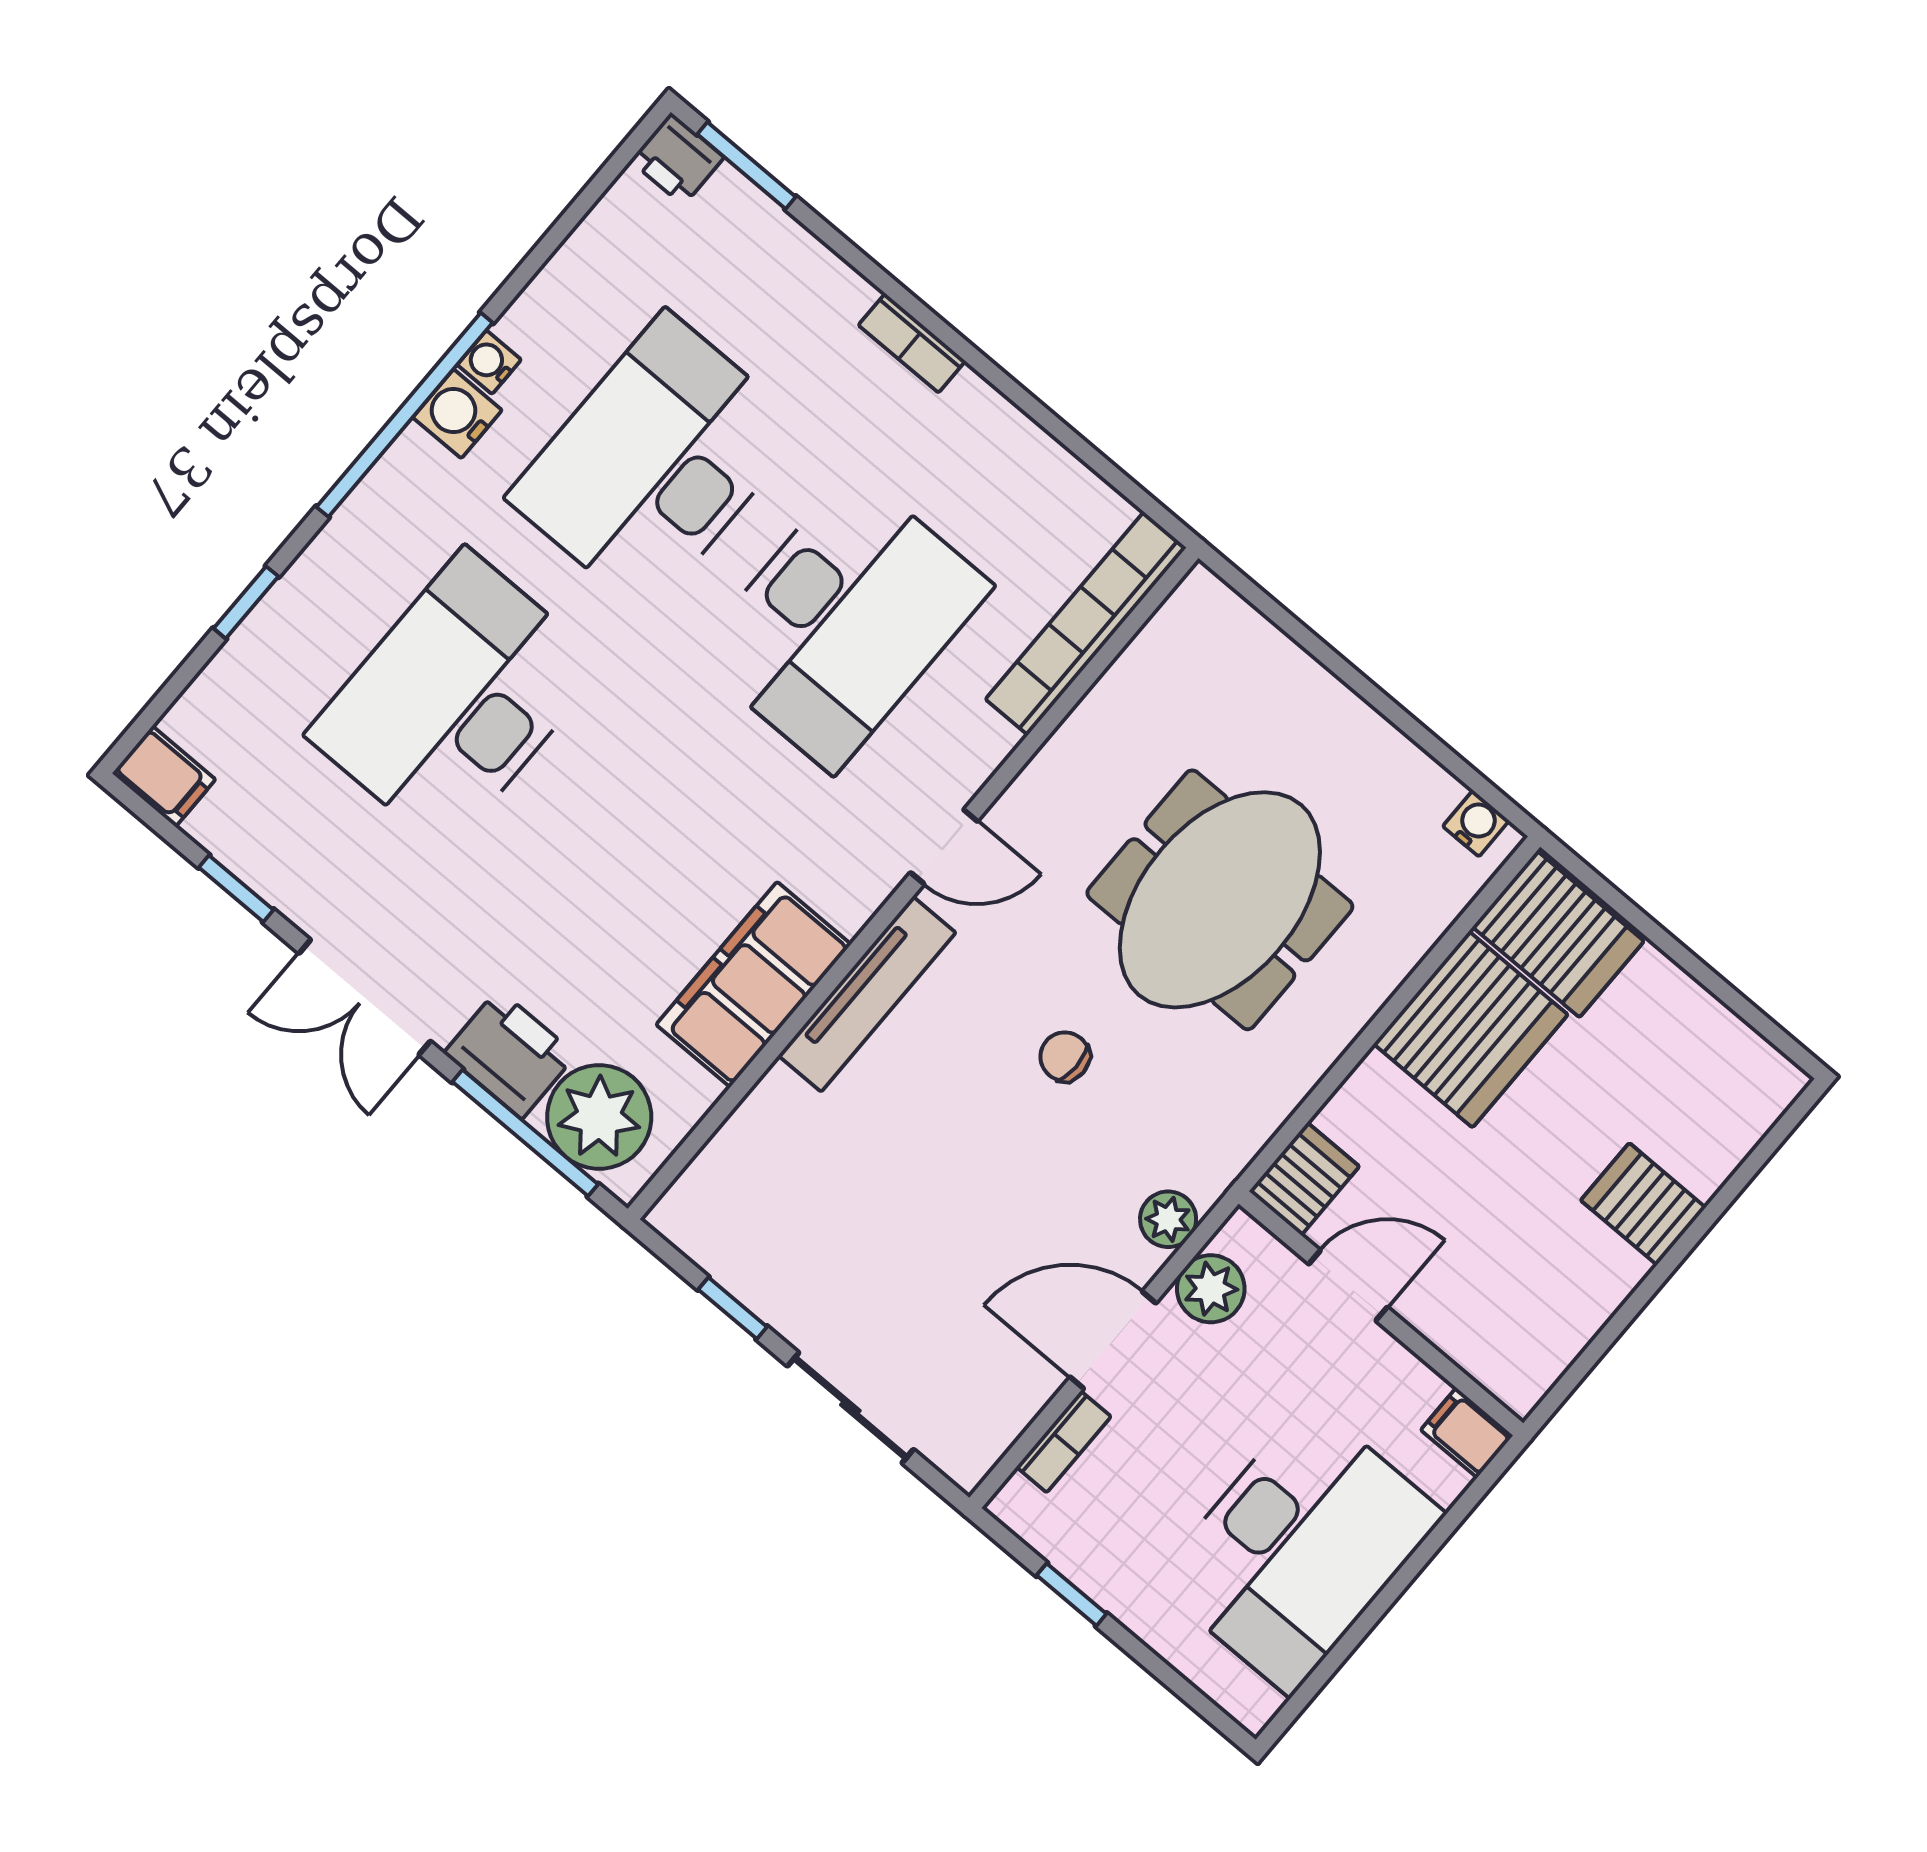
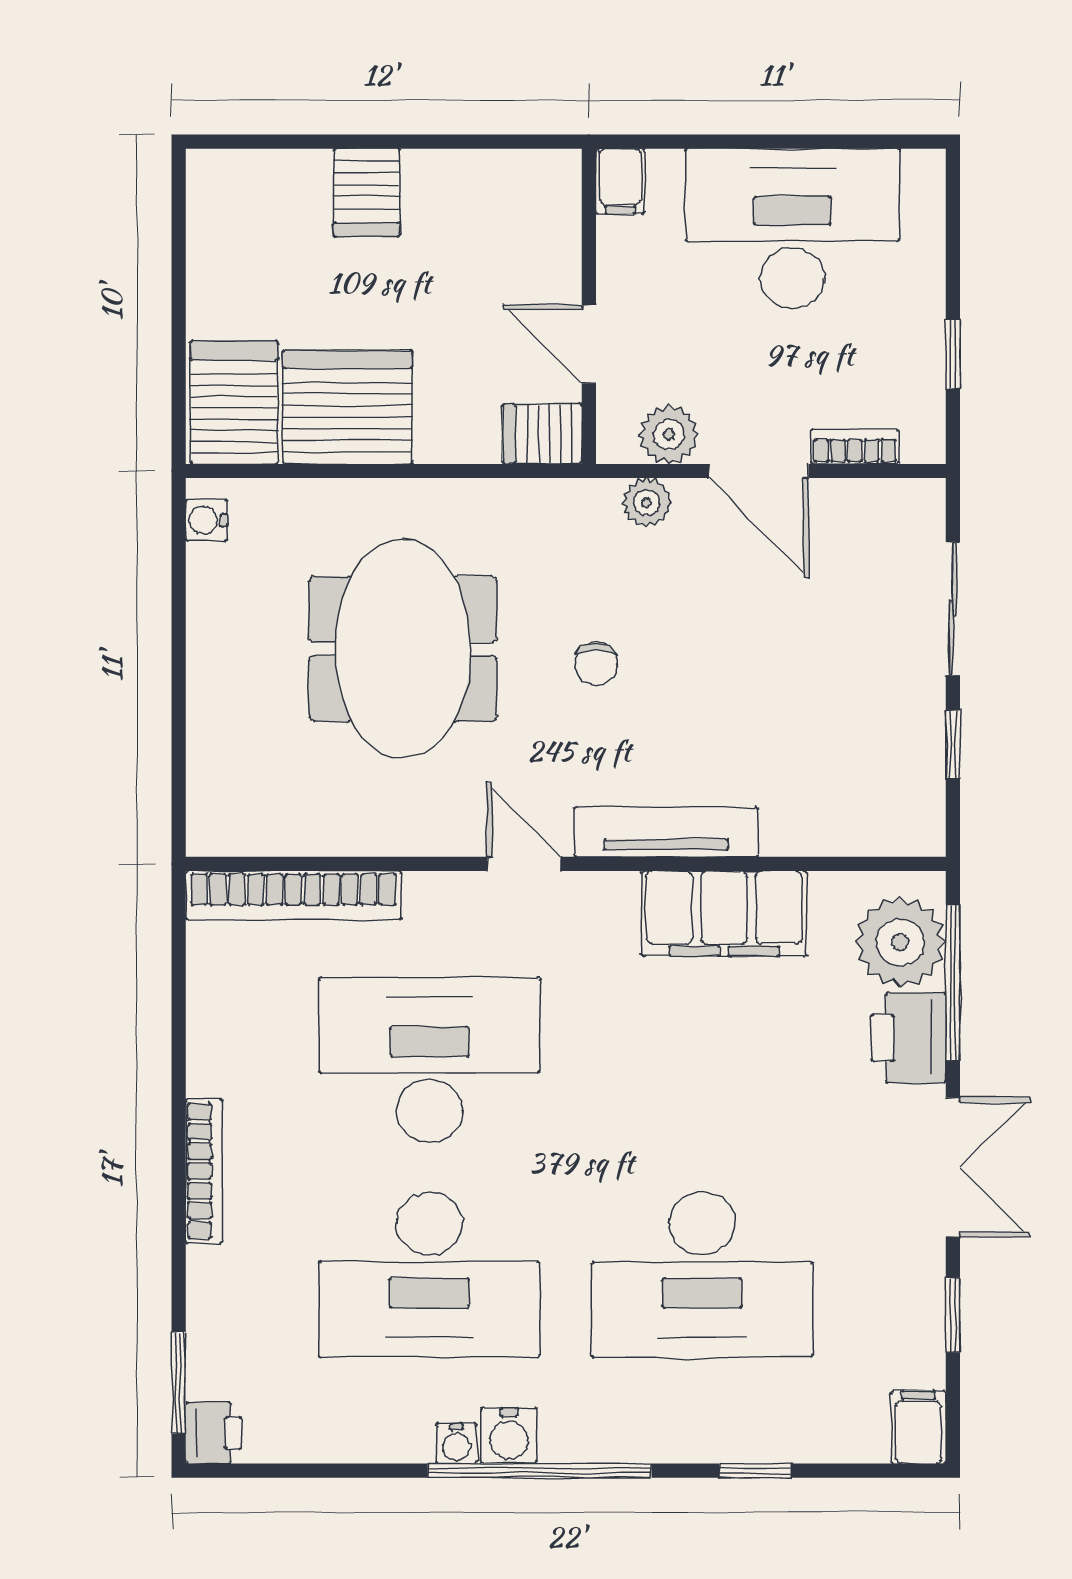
bookcase: (912, 343) -> (204, 1171), width x1.56
meeting table: (1220, 900) -> (403, 649), turned 90

